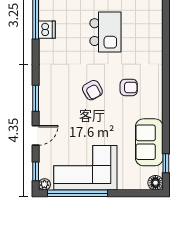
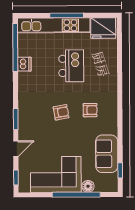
armchair: (92, 90) -> (61, 112), turned -71
floor lamp: (155, 183) -> (88, 186), moved
plant: (44, 184) -> (23, 188), removed
window: (77, 193) -> (76, 195), moved

